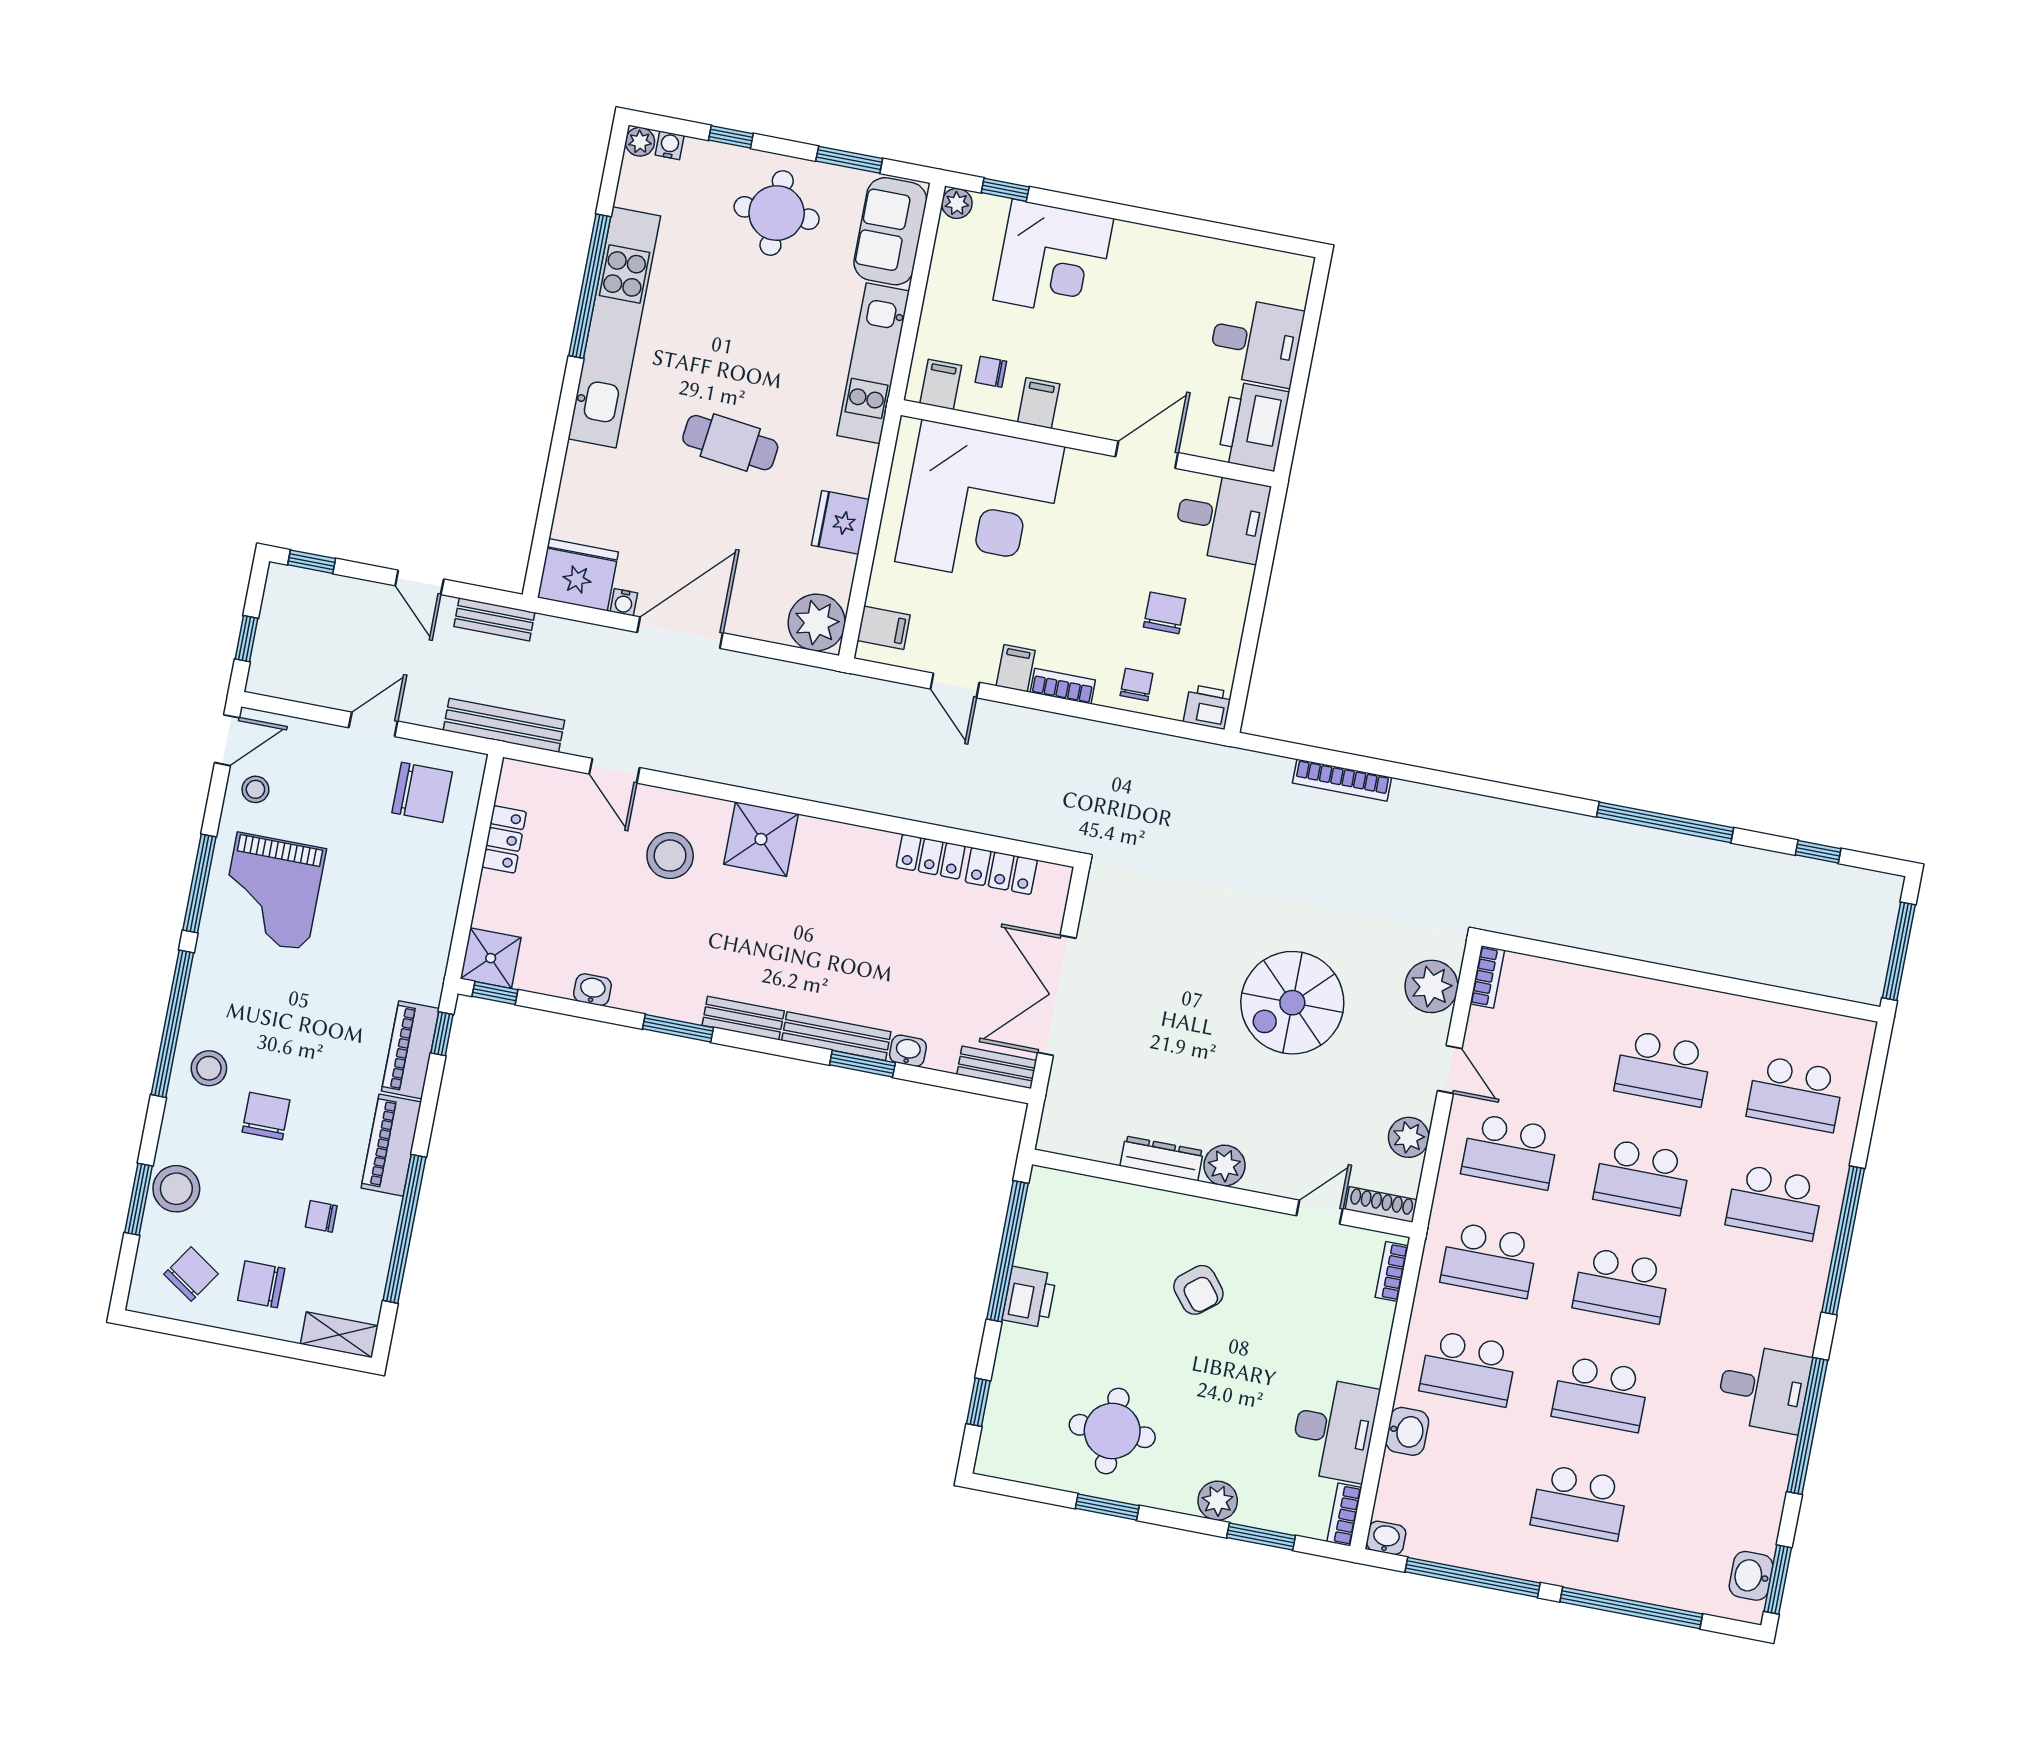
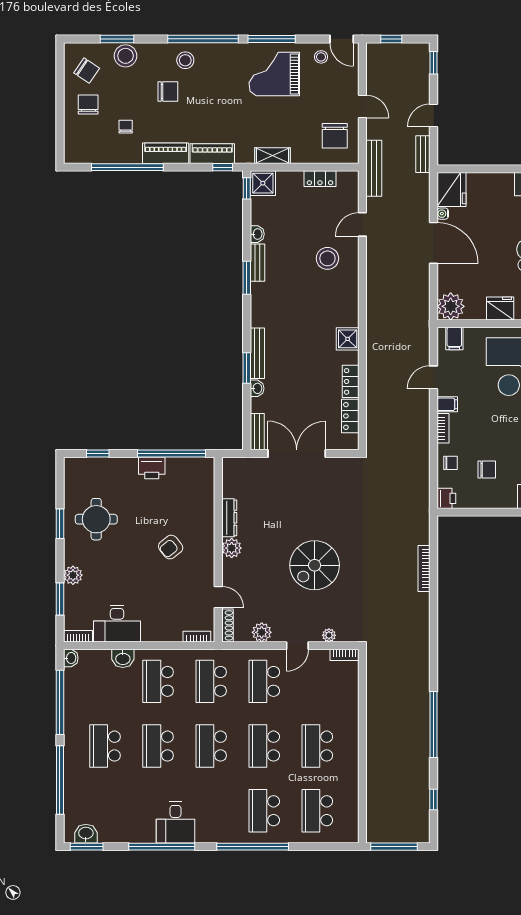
shower: (761, 839) -> (348, 339), moved, width x0.73, depth x0.73
plant: (1431, 986) -> (329, 635), width x0.53, depth x0.53
spiral stairs: (1292, 1003) -> (315, 565), turned -90
bench: (743, 1018) -> (257, 263), moved
shelving: (339, 1335) -> (272, 156), moved, turned 90

